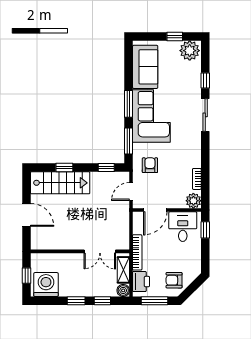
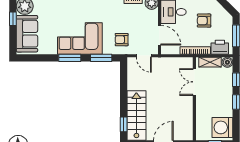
sofa: (145, 67) -> (27, 34), moved, turned 90
window: (64, 168) -> (124, 124), moved
window: (106, 168) -> (124, 77), removed
double door: (100, 251) -> (194, 82), swing flipped
armchair: (174, 280) -> (204, 21), moved, turned 90

